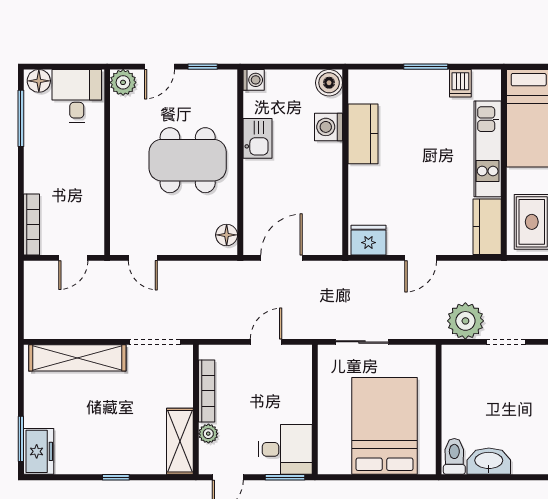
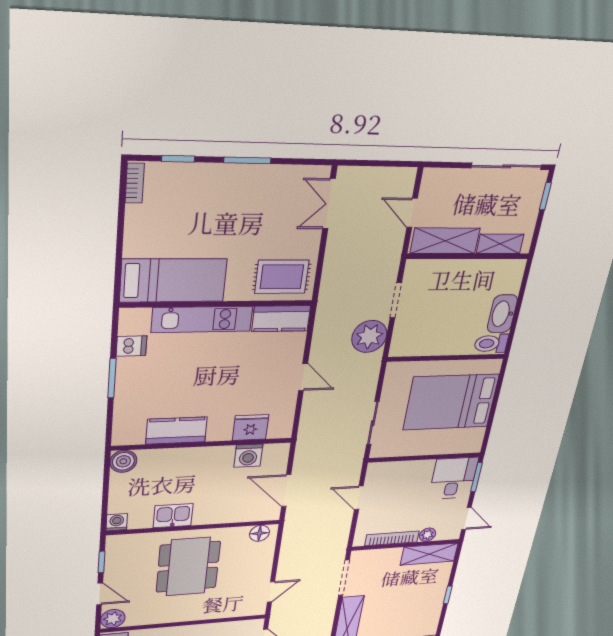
washing machine: (329, 127) -> (248, 456), moved
fridge: (368, 240) -> (251, 427), moved, turned 90

